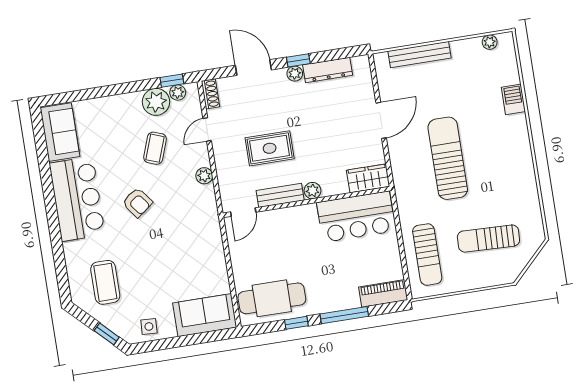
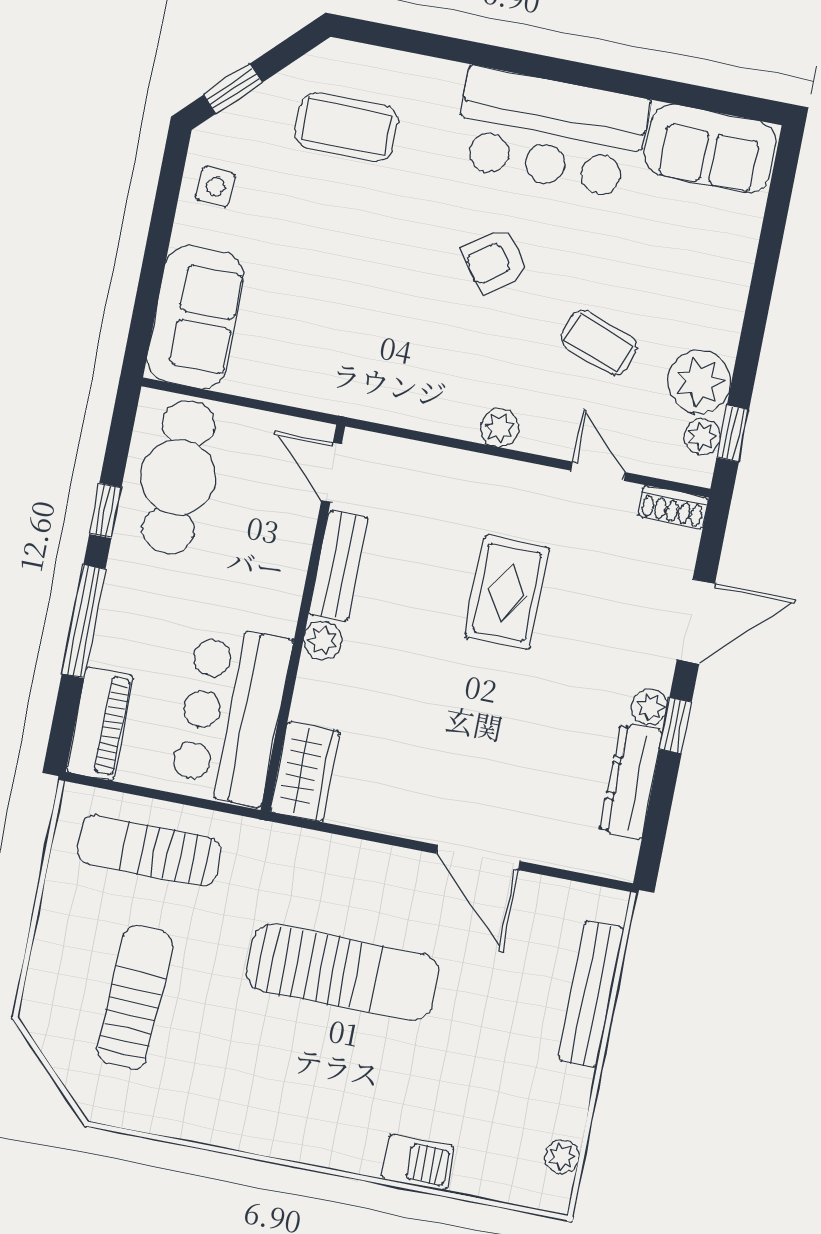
wardrobe: (368, 178) -> (305, 771), moved
plant: (312, 191) -> (323, 640), moved
bench: (280, 195) -> (338, 566), moved
wall: (306, 202) -> (303, 618), moved
door: (243, 212) -> (332, 472), moved
bar counter: (356, 217) -> (231, 715), moved

